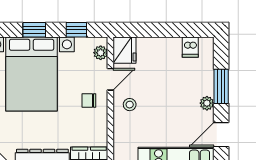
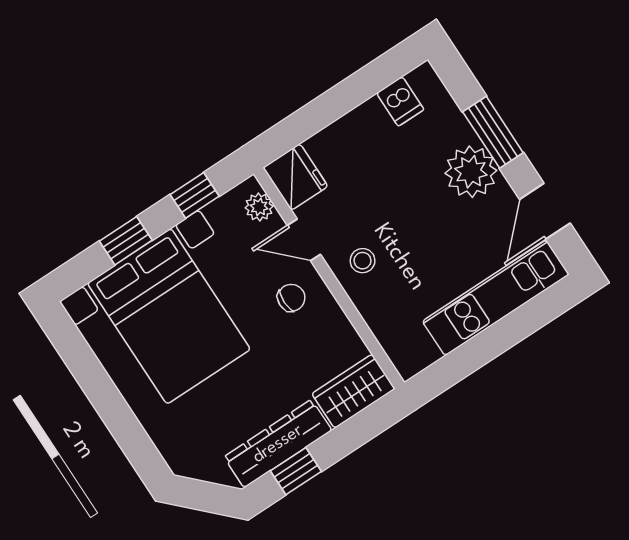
door: (110, 79) -> (304, 240), swing flipped
chair: (89, 100) -> (291, 298), turned 180
plant: (207, 103) -> (471, 172), width x1.88, depth x1.88

